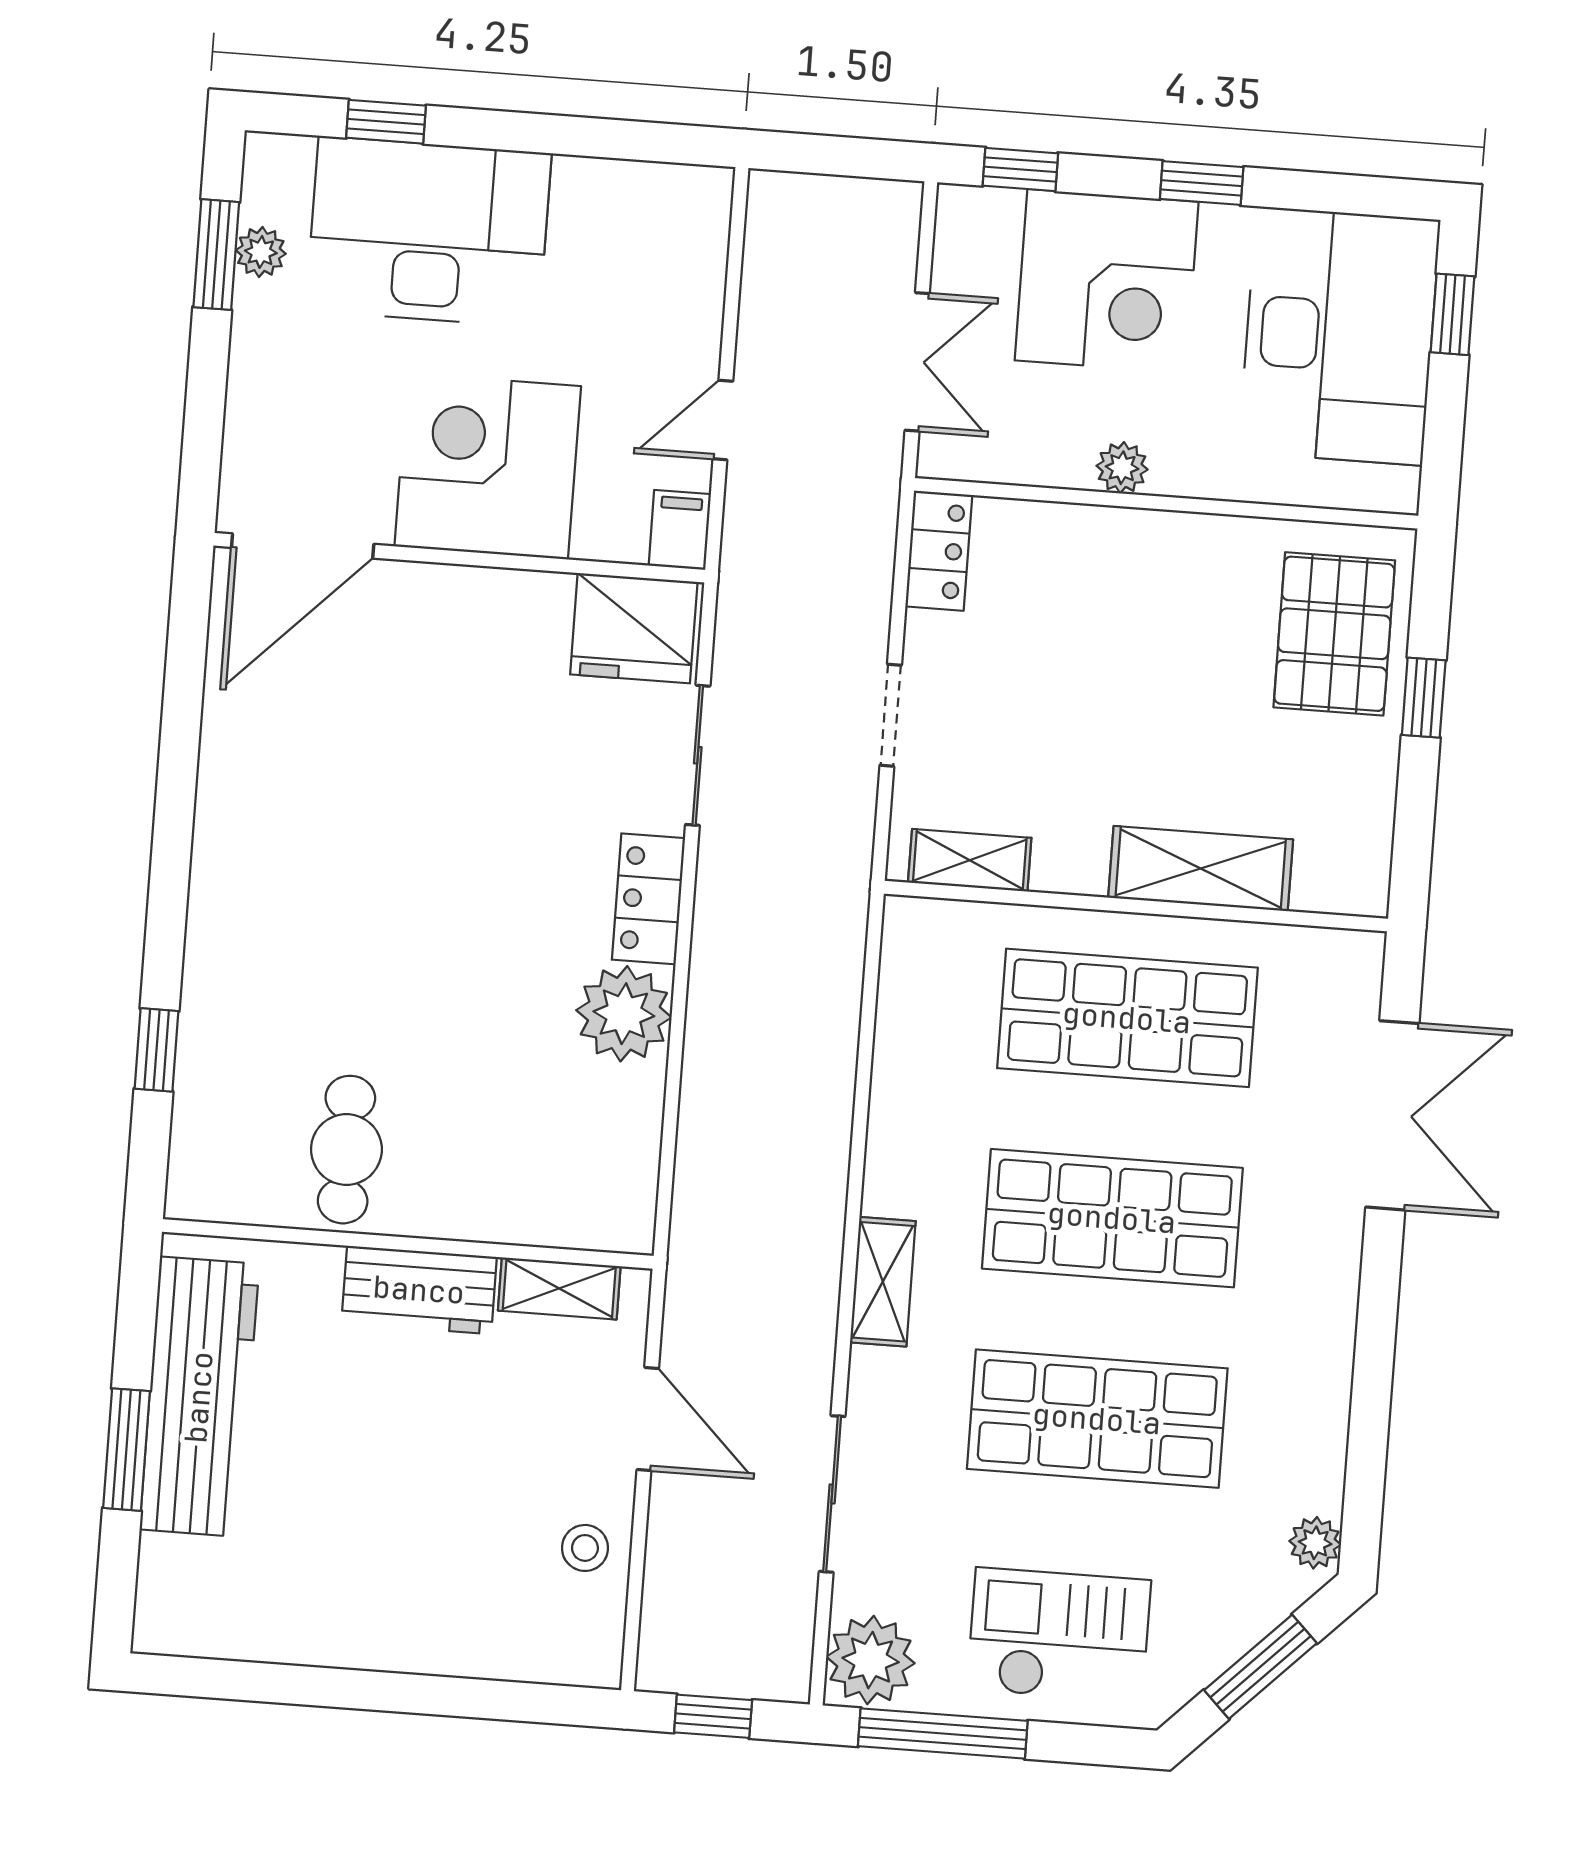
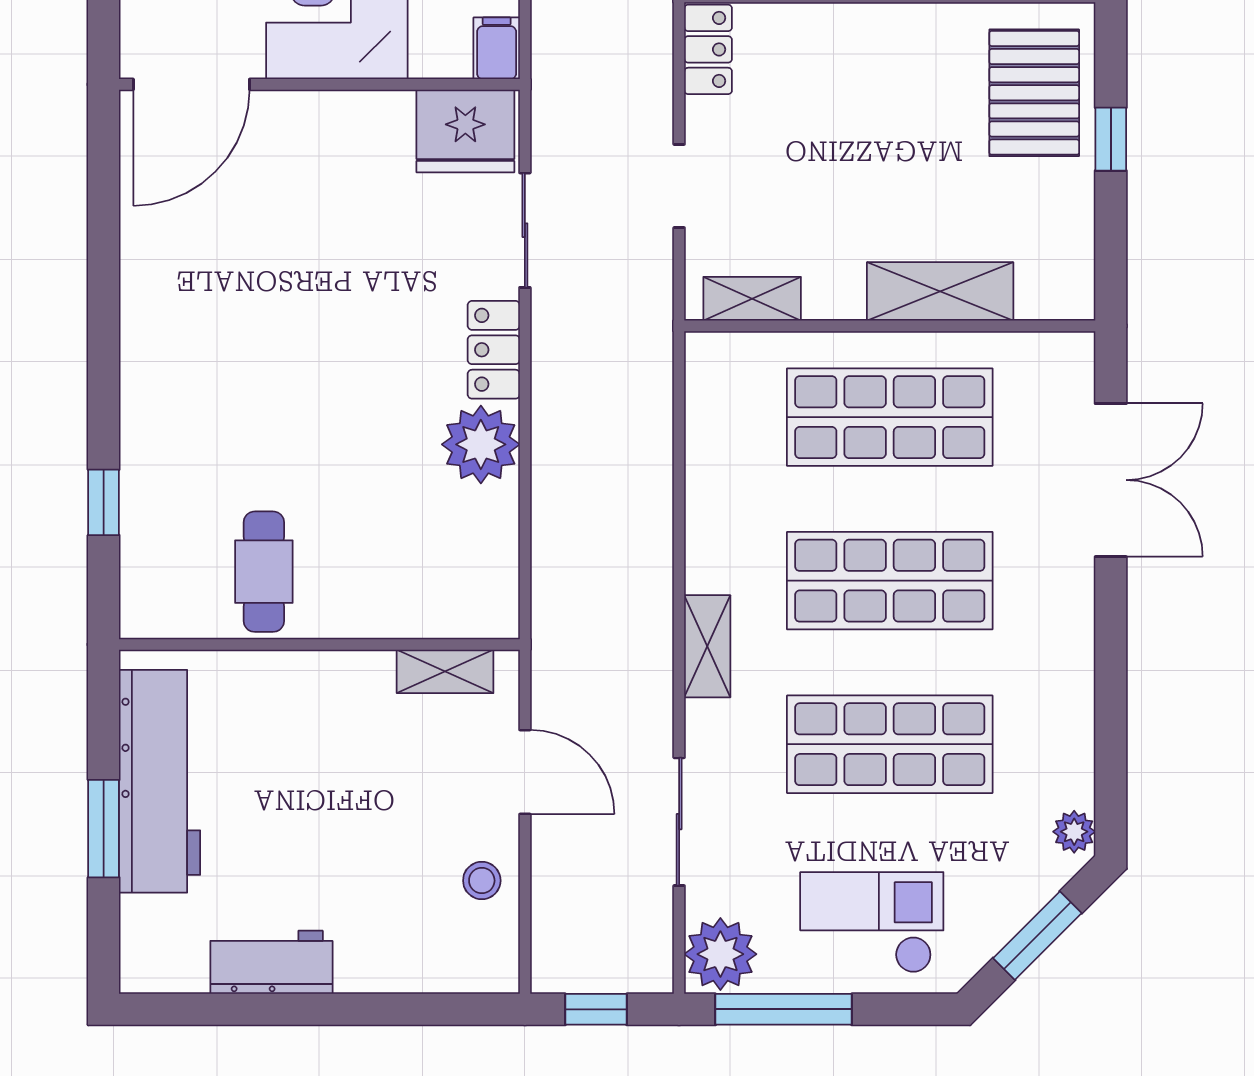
workbench: (419, 1290) -> (271, 962), moved, turned 180

